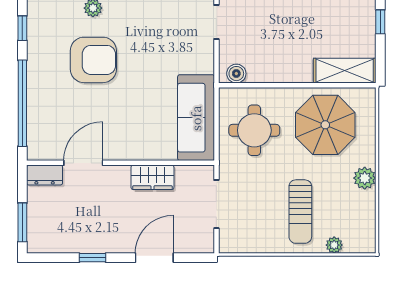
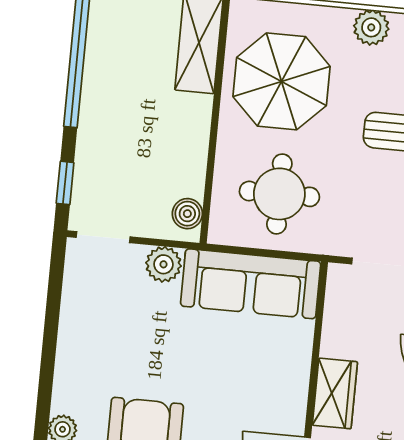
plant: (203, 62) -> (163, 264), added
wardrobe: (152, 177) -> (335, 393), moved

